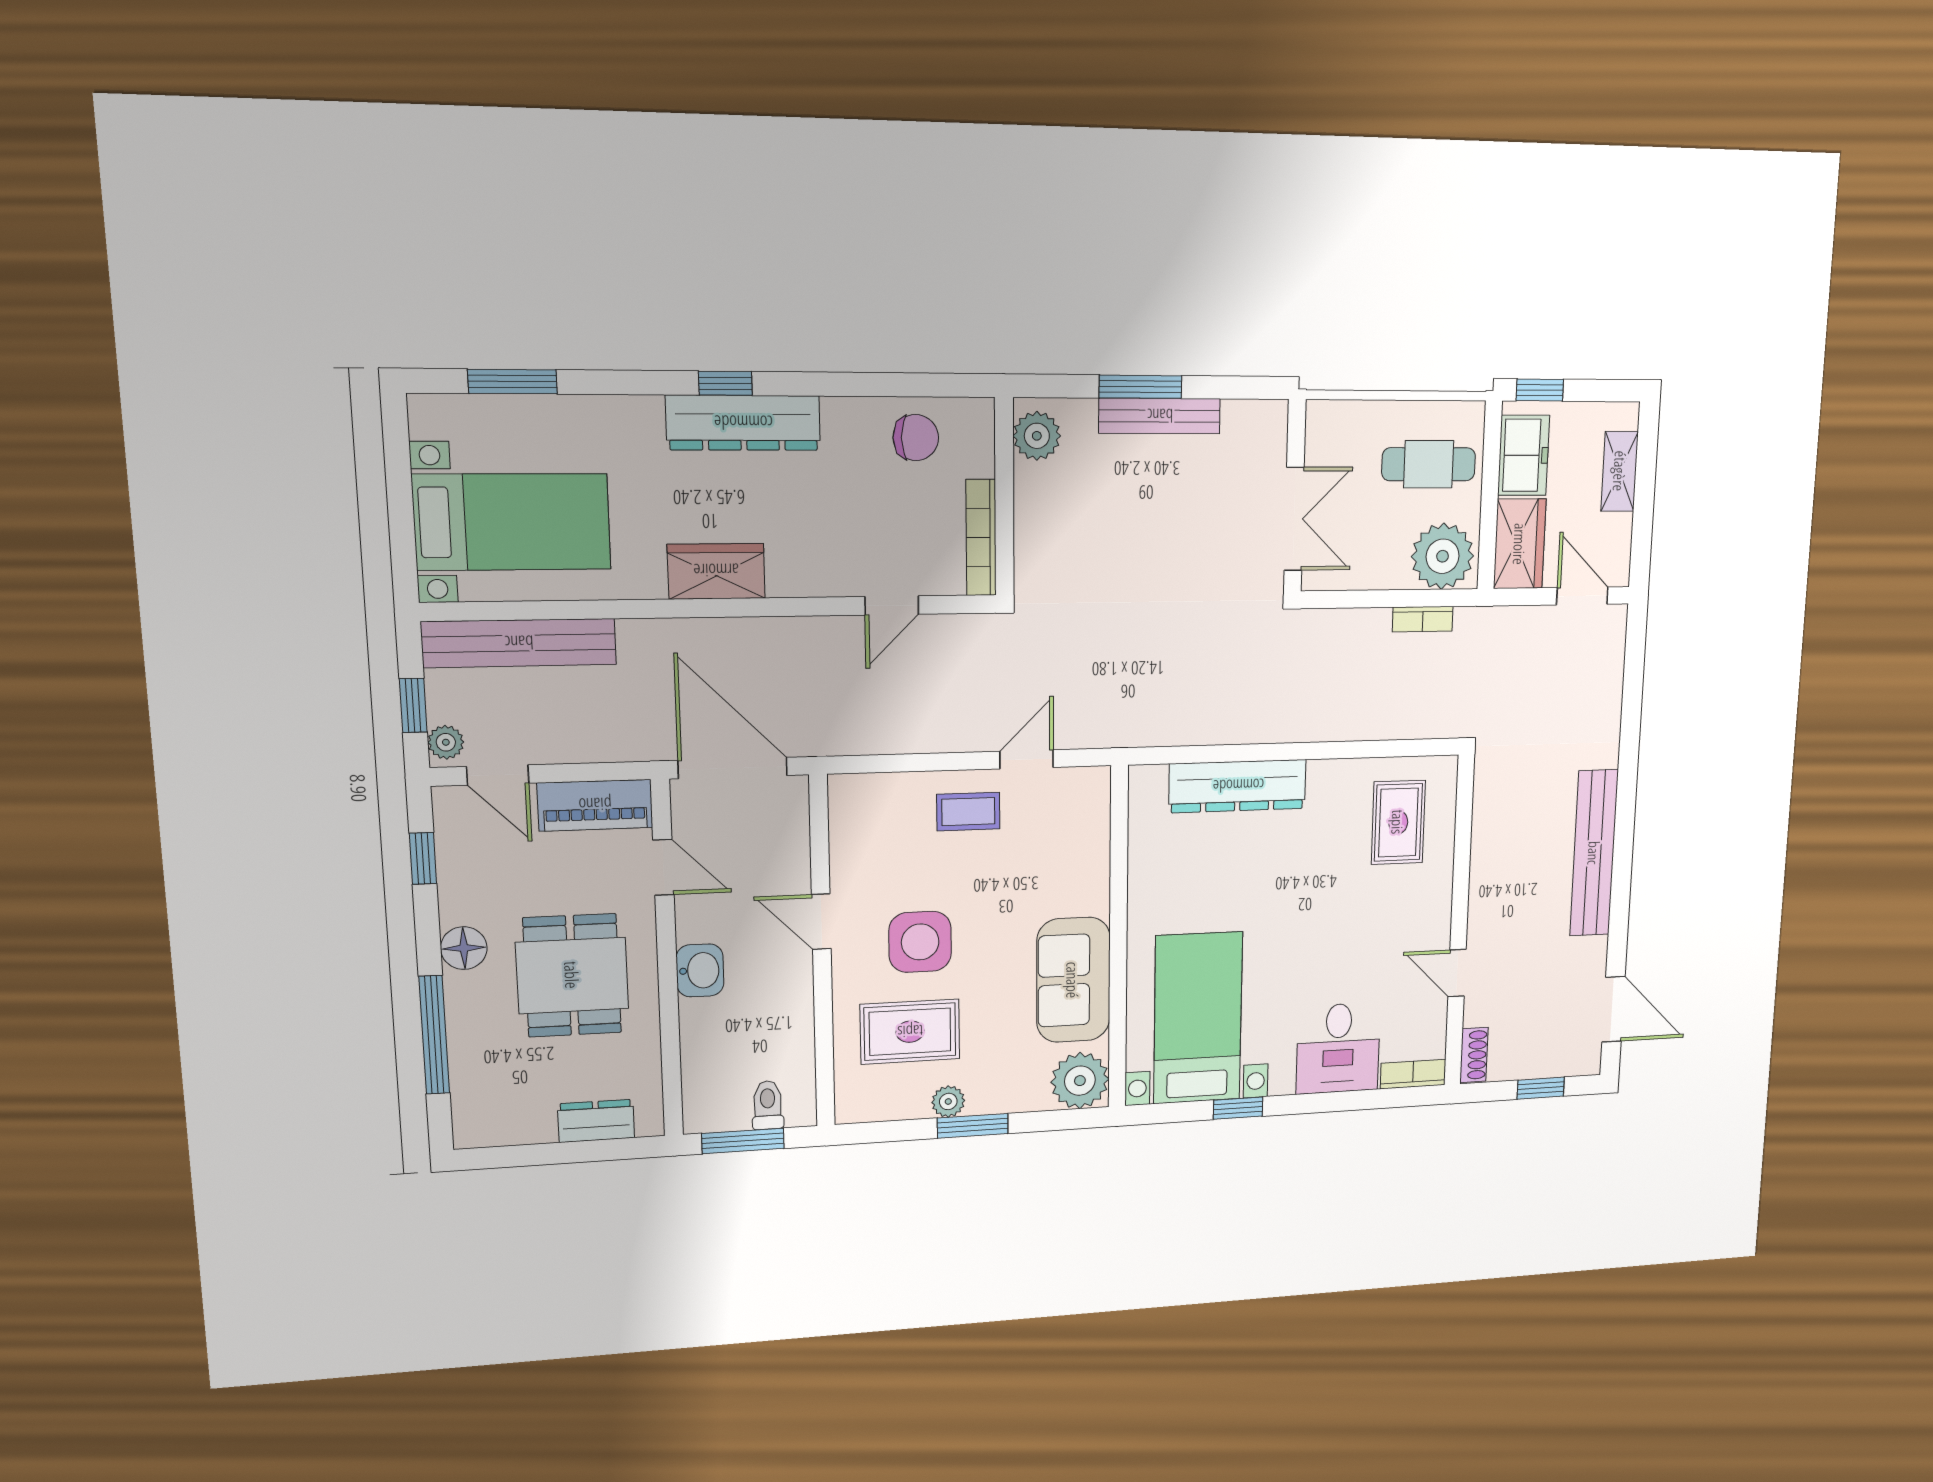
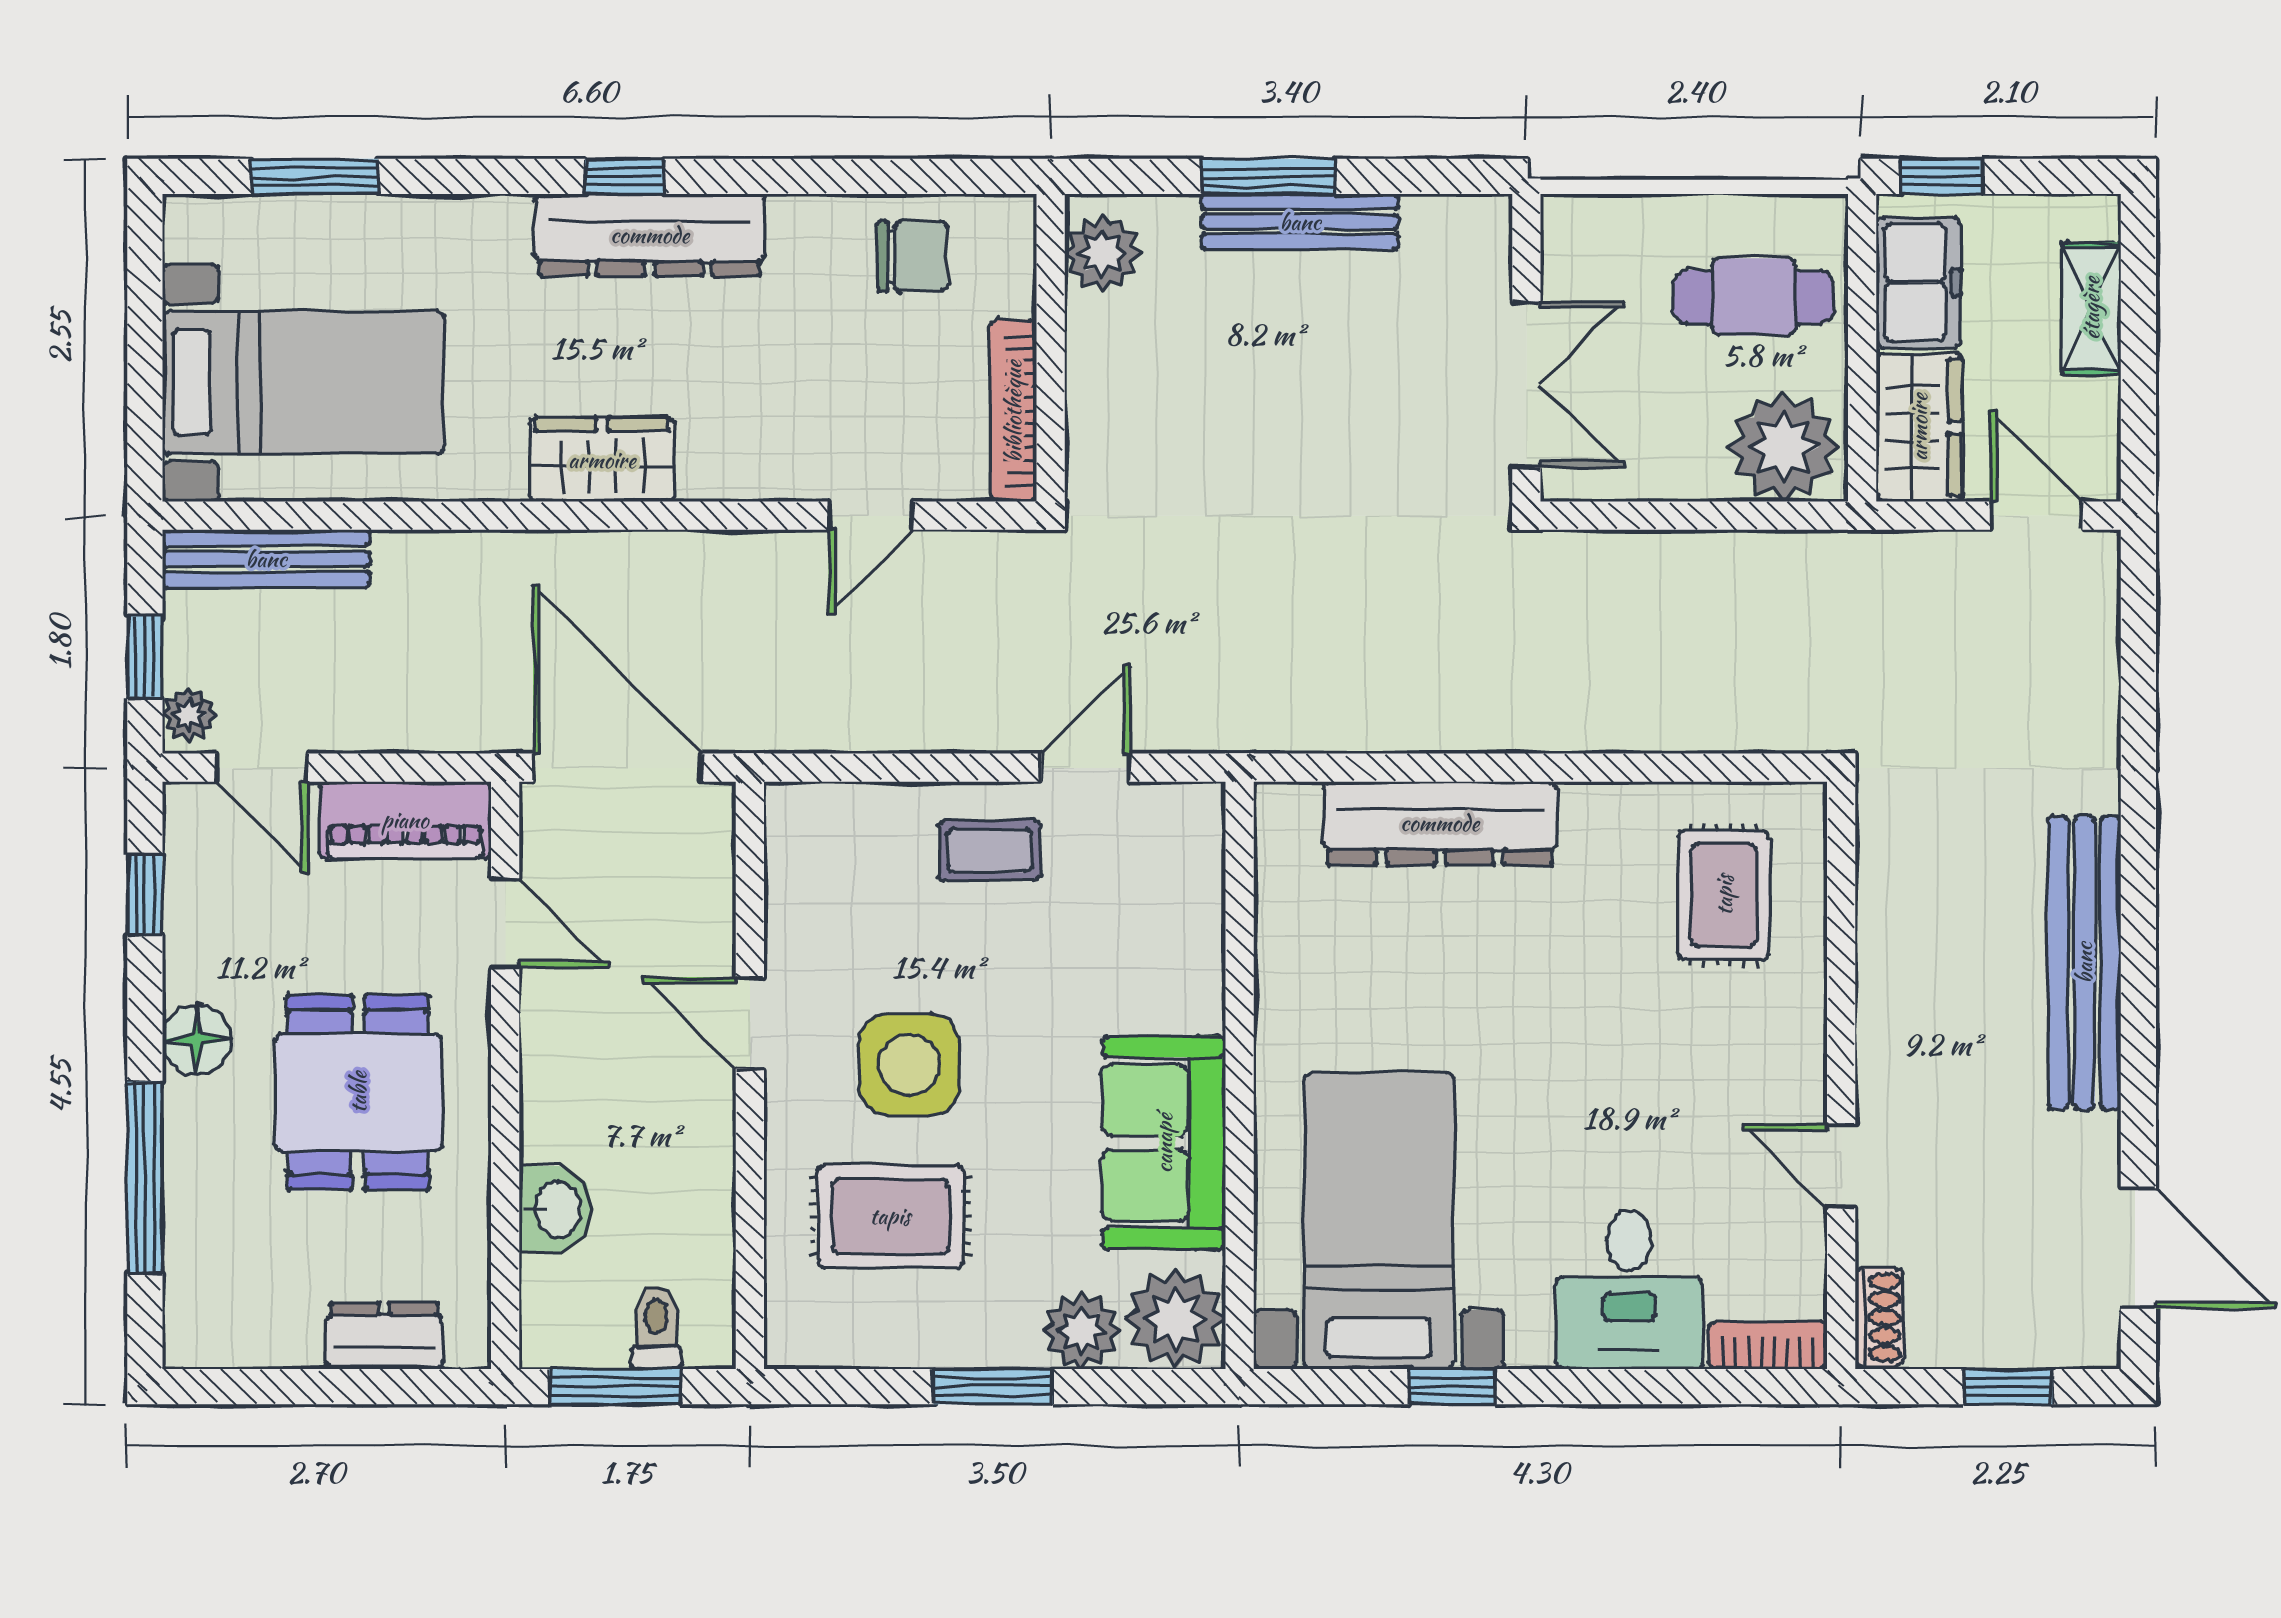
bookcase: (1423, 619) -> (1753, 551), removed
bench: (519, 643) -> (266, 559), width x0.73, depth x0.82
washbasin: (700, 970) -> (556, 1209), moved
plant: (948, 1101) -> (1082, 1331), moved, width x1.38, depth x1.38

